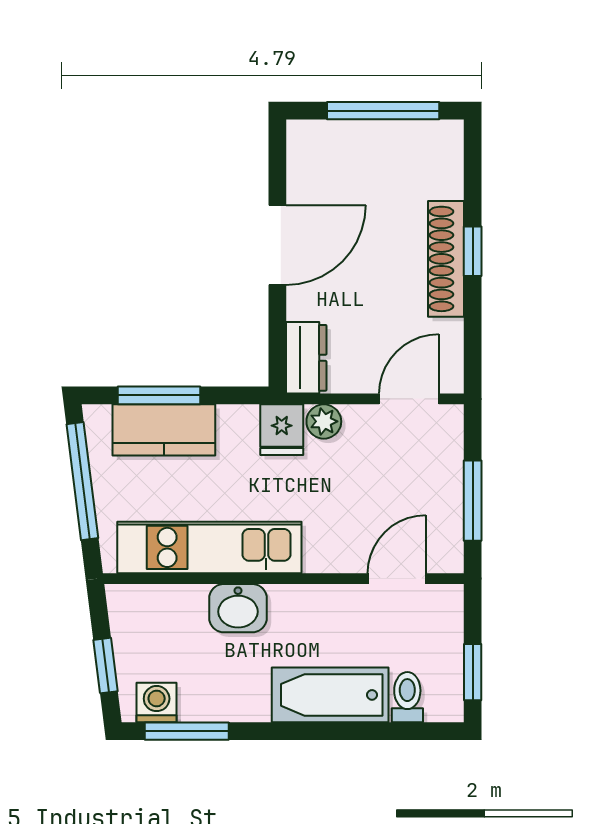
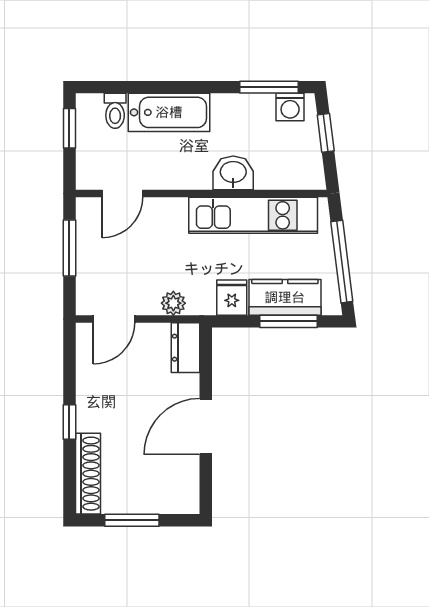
window: (383, 111) -> (132, 520), width x0.69
shoe rack: (446, 259) -> (88, 474), moved
fridge: (282, 430) -> (232, 298), moved

